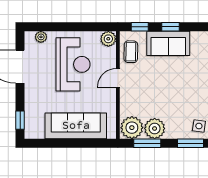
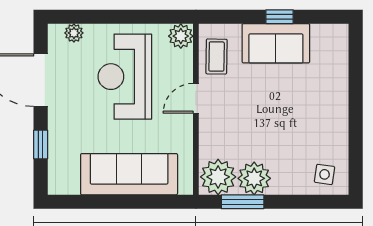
window: (140, 27) -> (231, 17), removed
reception desk: (73, 64) -> (125, 77), turned 180
window: (20, 120) -> (41, 144), moved
window: (191, 143) -> (311, 202), removed

